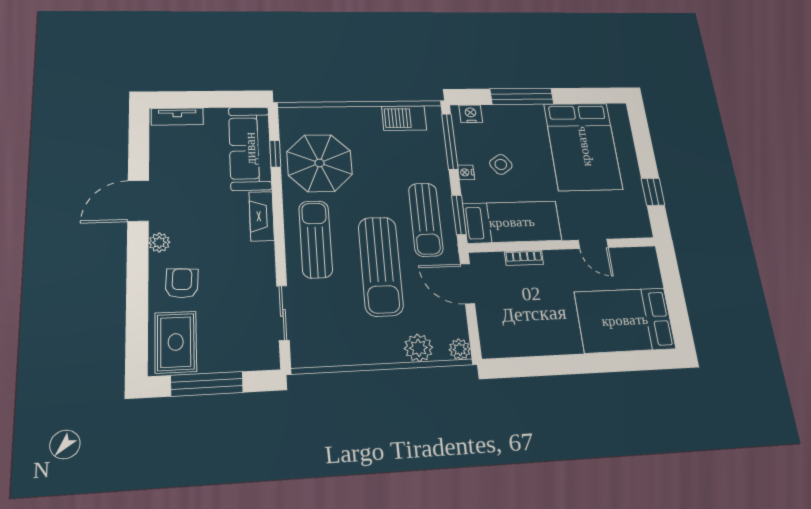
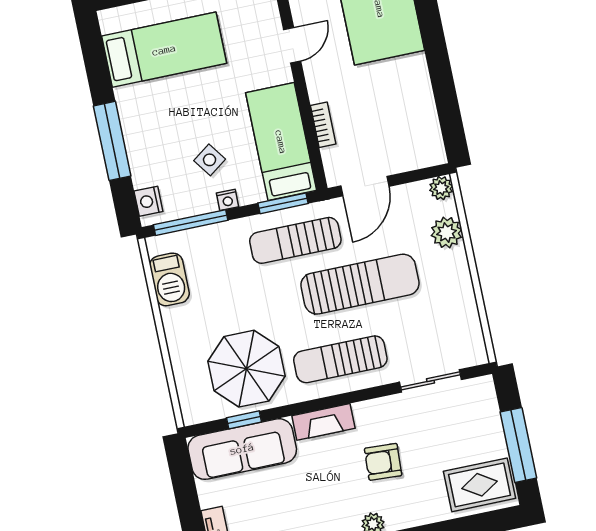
bed: (583, 146) -> (164, 50), width x0.67
sun lounger: (426, 219) -> (295, 240), turned 180
armchair: (182, 283) -> (383, 462), moved

